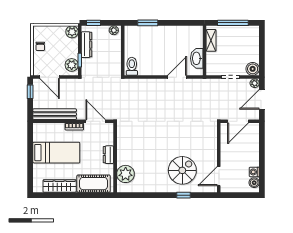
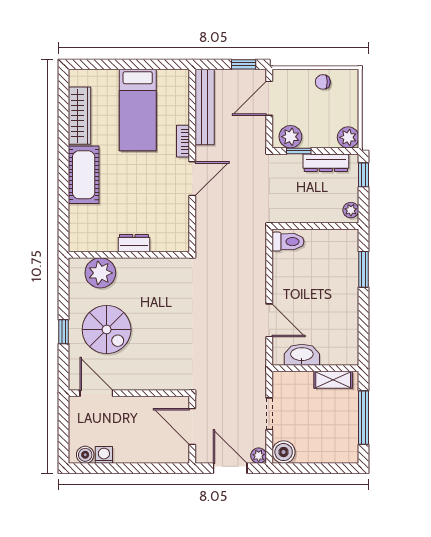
dresser: (108, 155) -> (134, 243), moved
wall: (115, 158) -> (129, 255), moved
plant: (126, 174) -> (100, 273), moved

